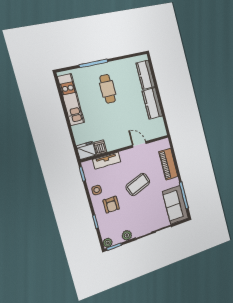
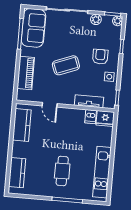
kitchen counter: (152, 103) -> (22, 125), moved

